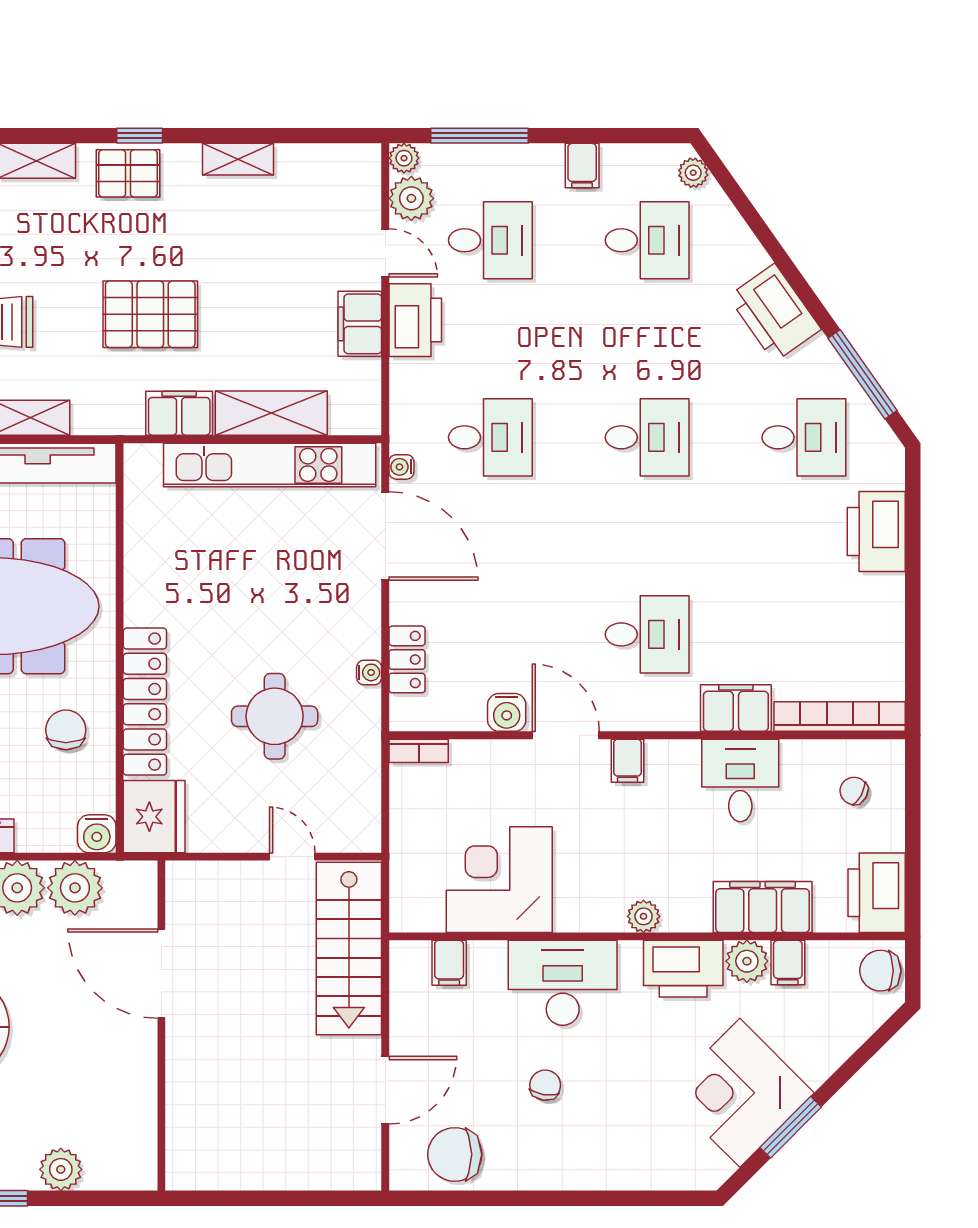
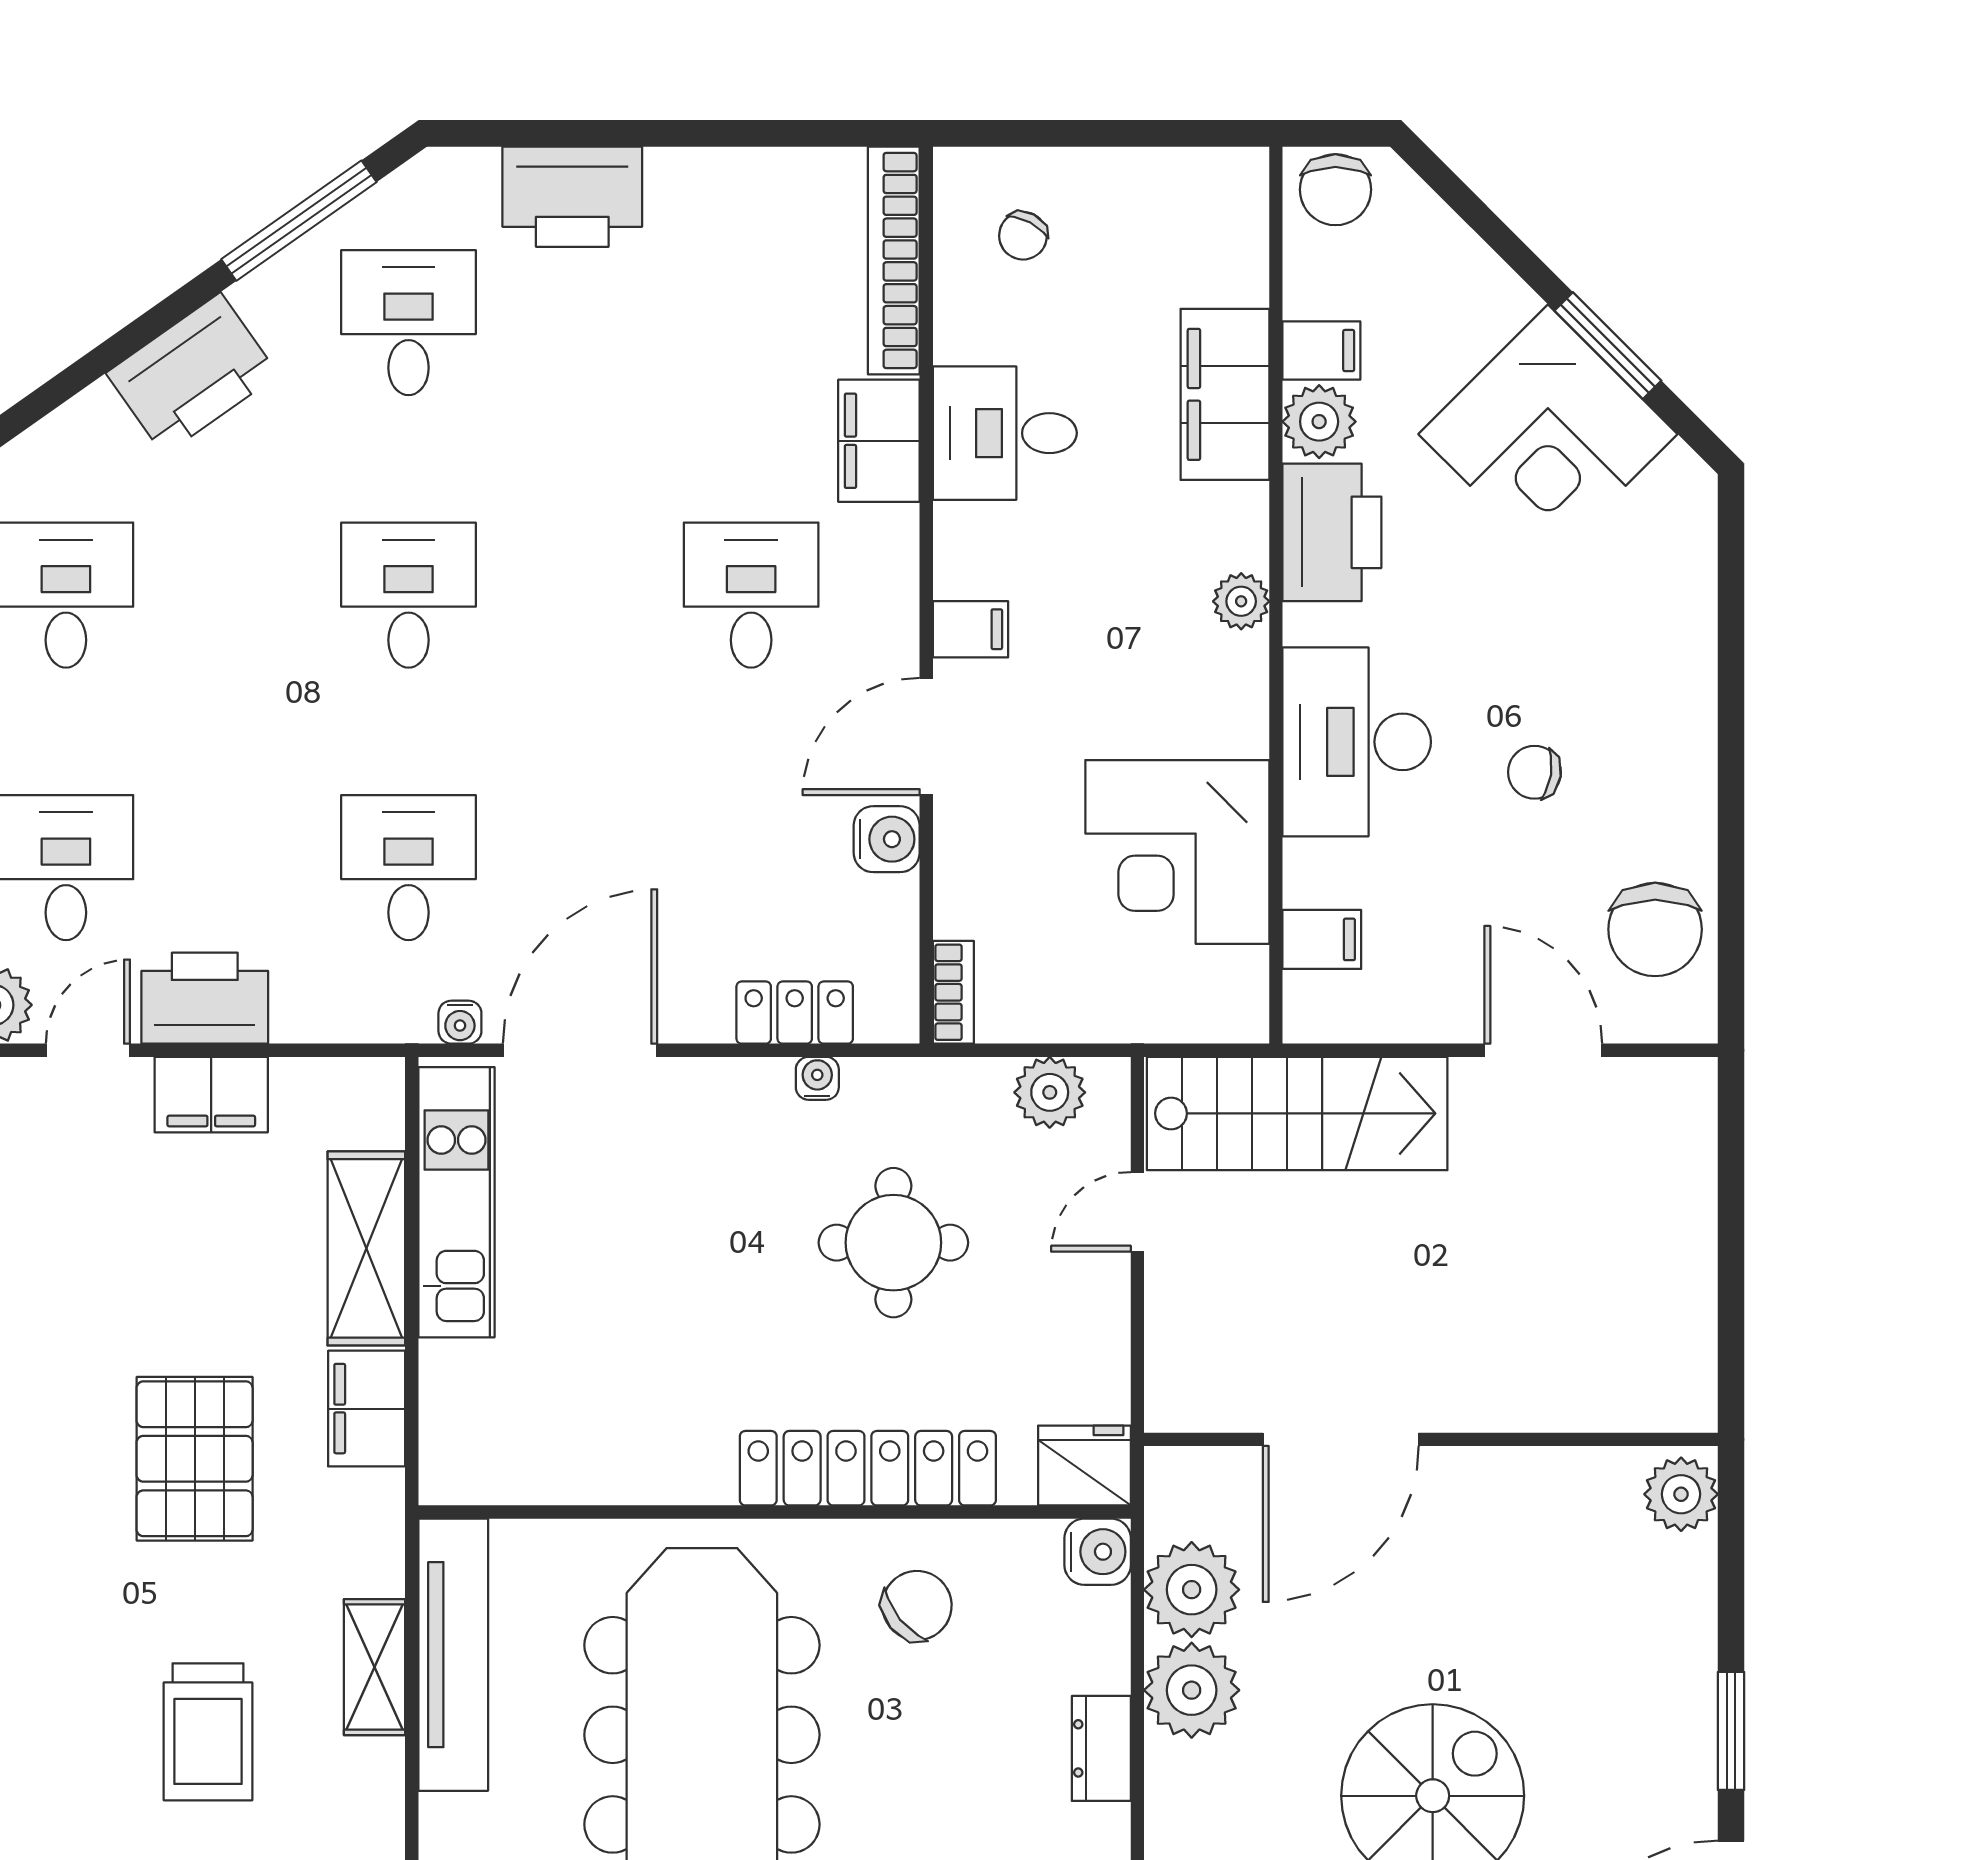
kitchen unit: (270, 465) -> (456, 1202), width x0.73
chair: (66, 730) -> (917, 1606), turned 141
plant: (361, 806) -> (1050, 1092), added
fridge: (154, 817) -> (1084, 1465), width x0.73, depth x0.75
printer: (877, 893) -> (1200, 196), removed
plant: (61, 1169) -> (1681, 1494), moved

